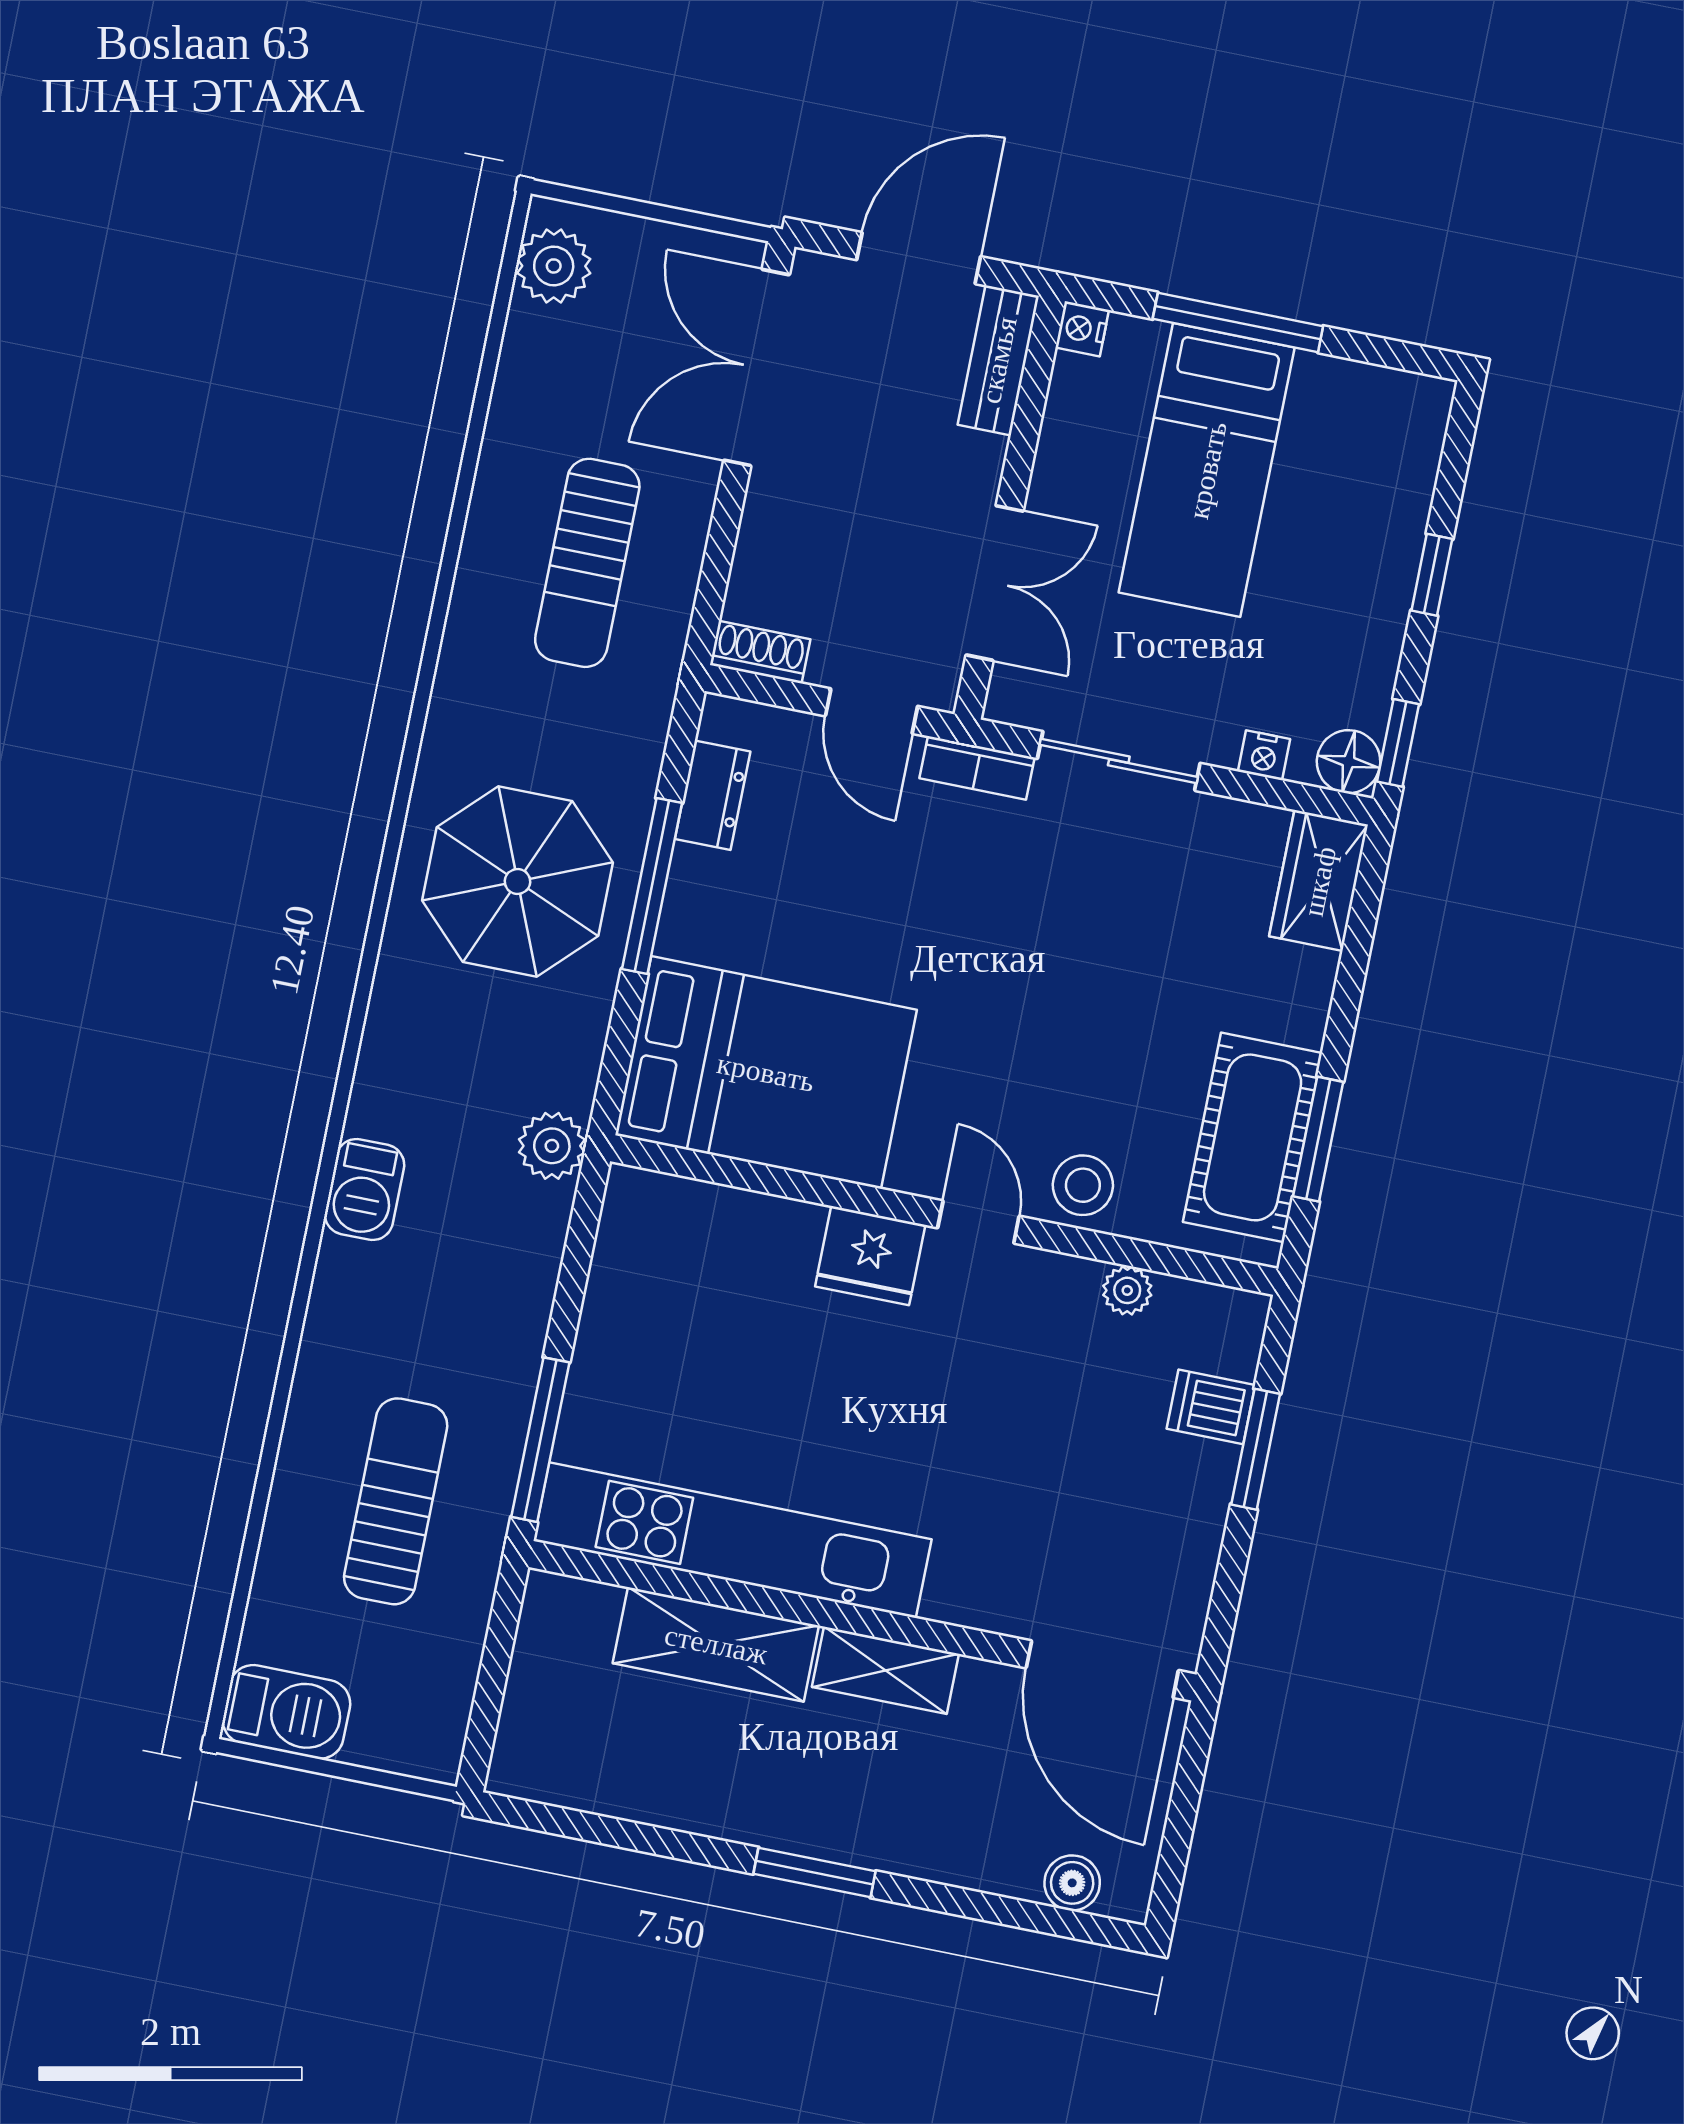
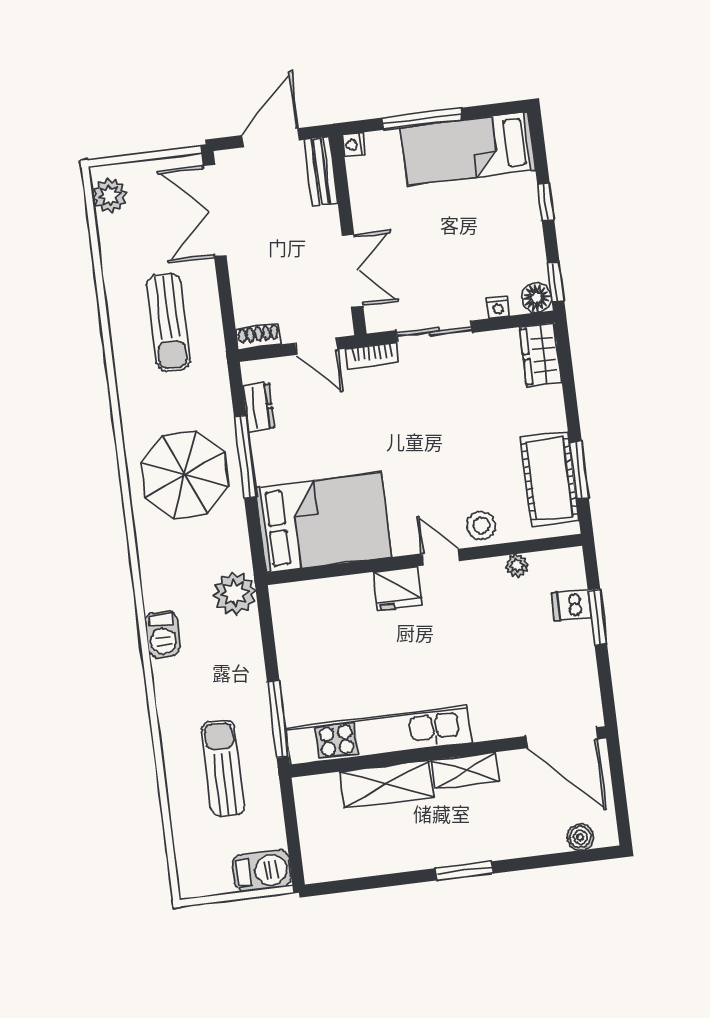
bed: (1207, 470) -> (468, 149), moved, turned 90
plant: (552, 1146) -> (234, 593), width x1.36, depth x1.36
barbecue: (286, 1712) -> (262, 871), moved

